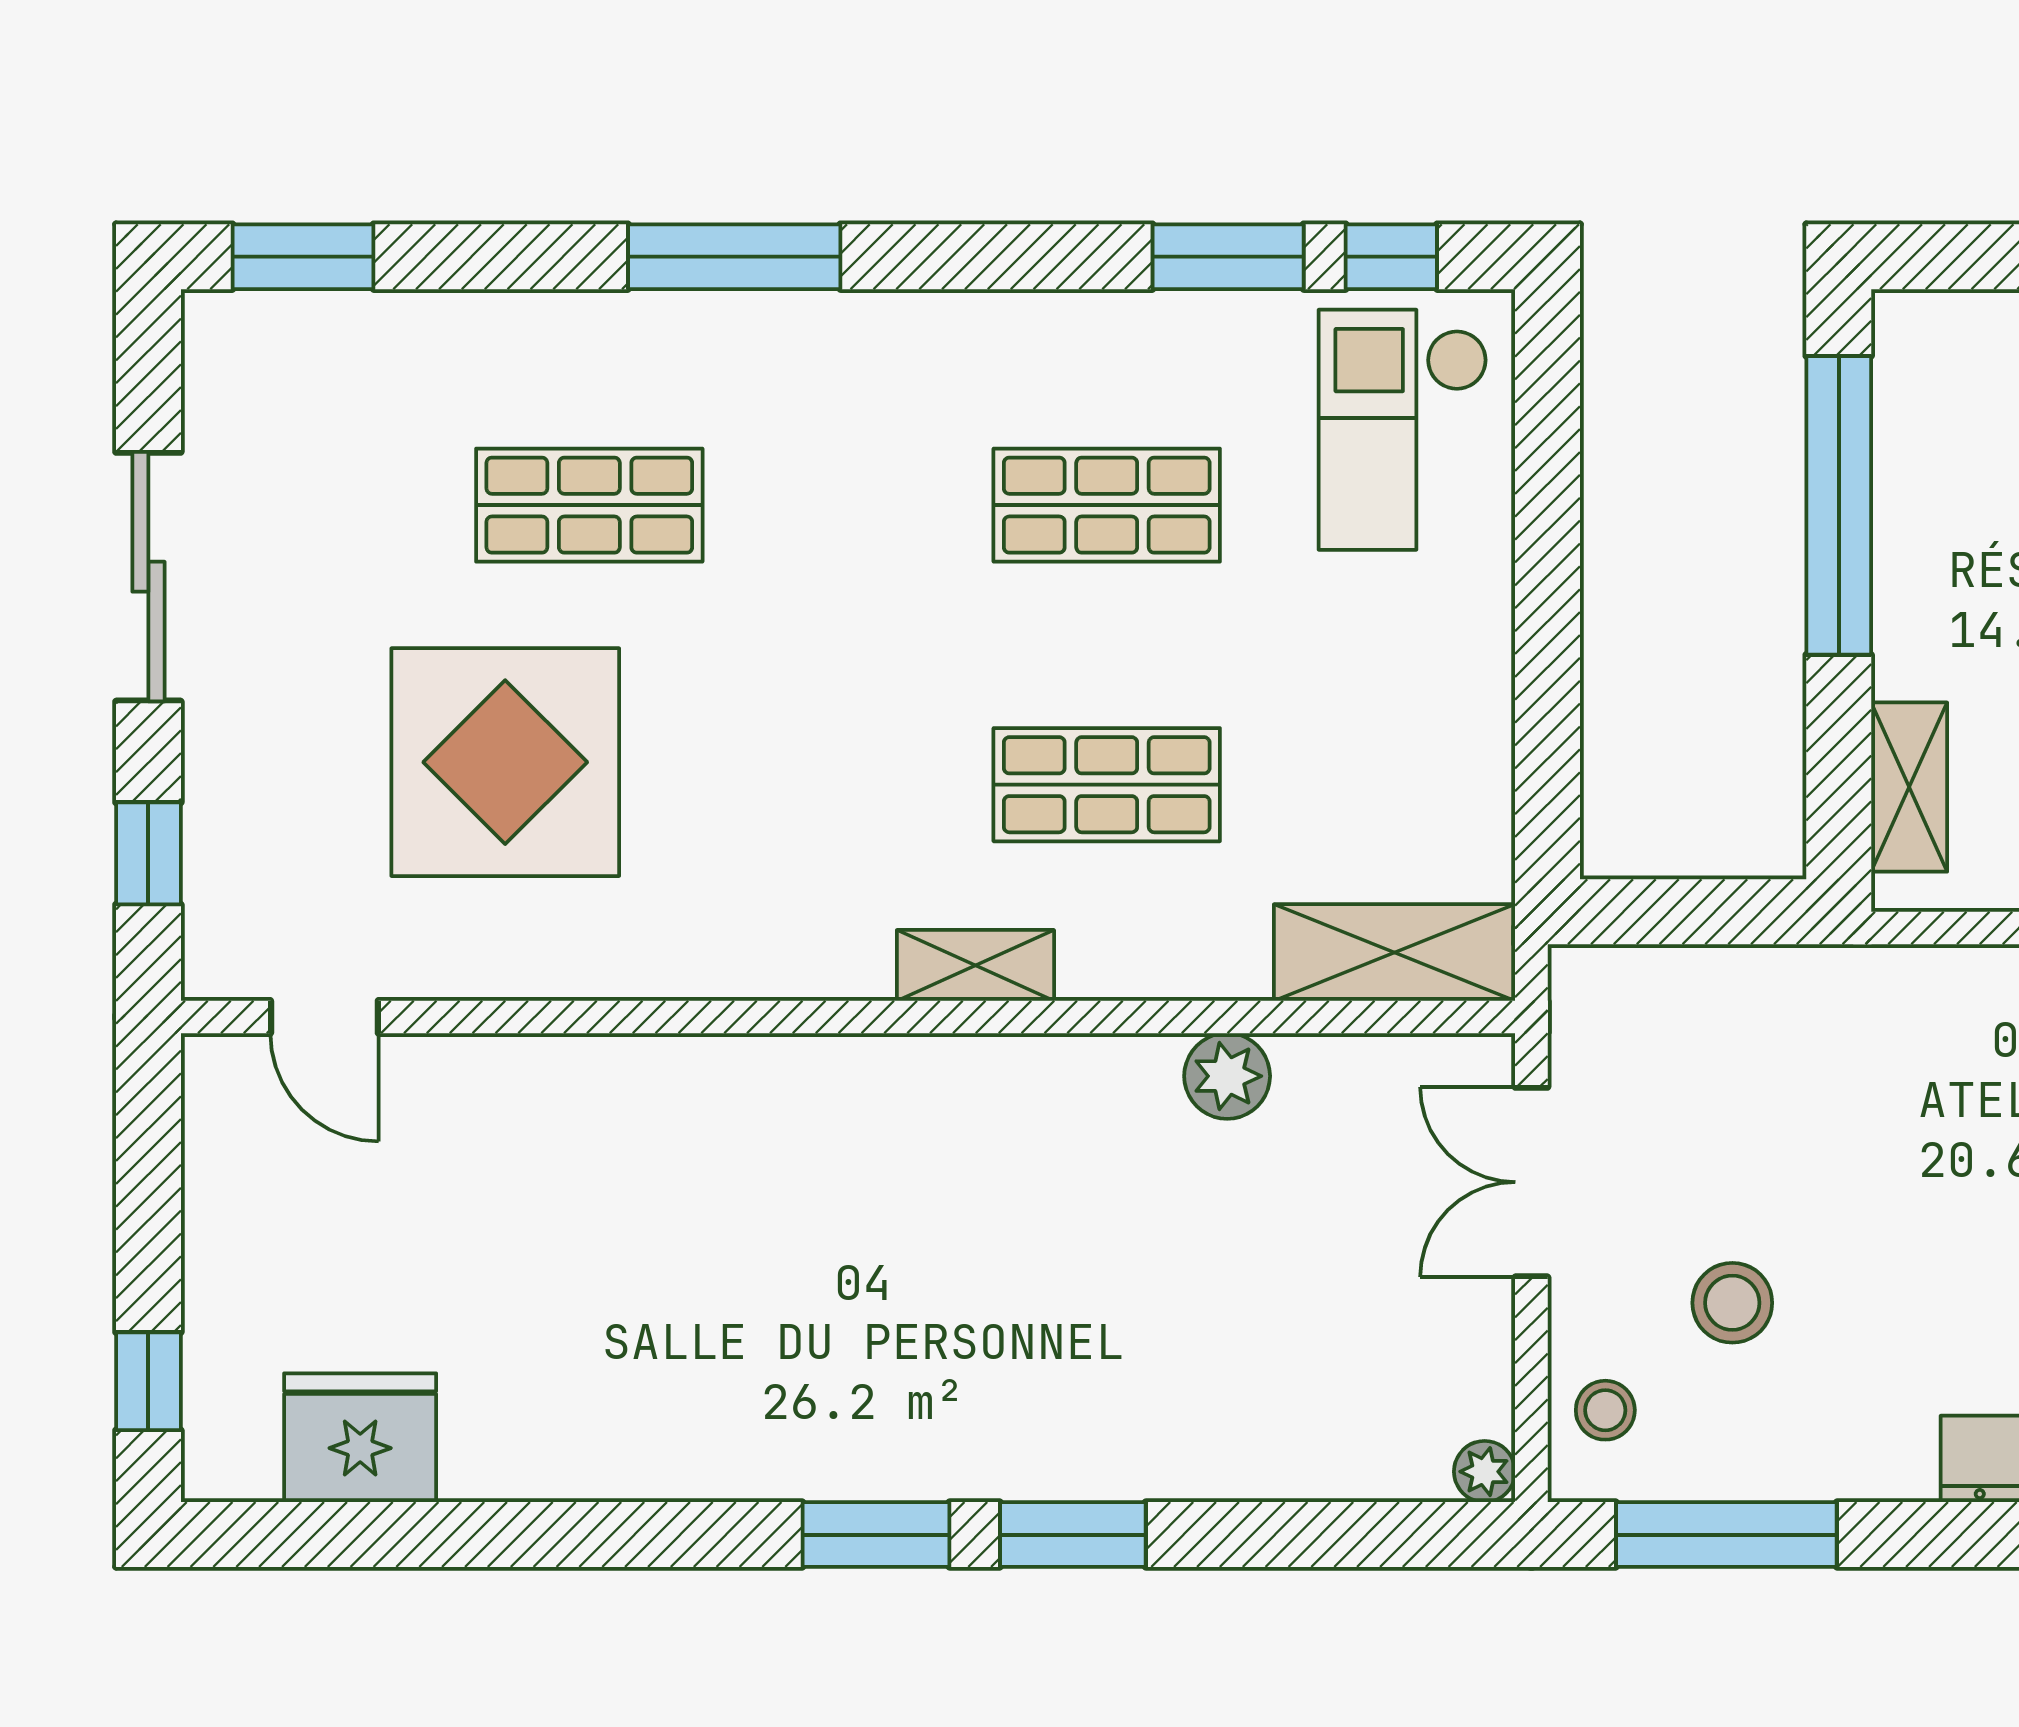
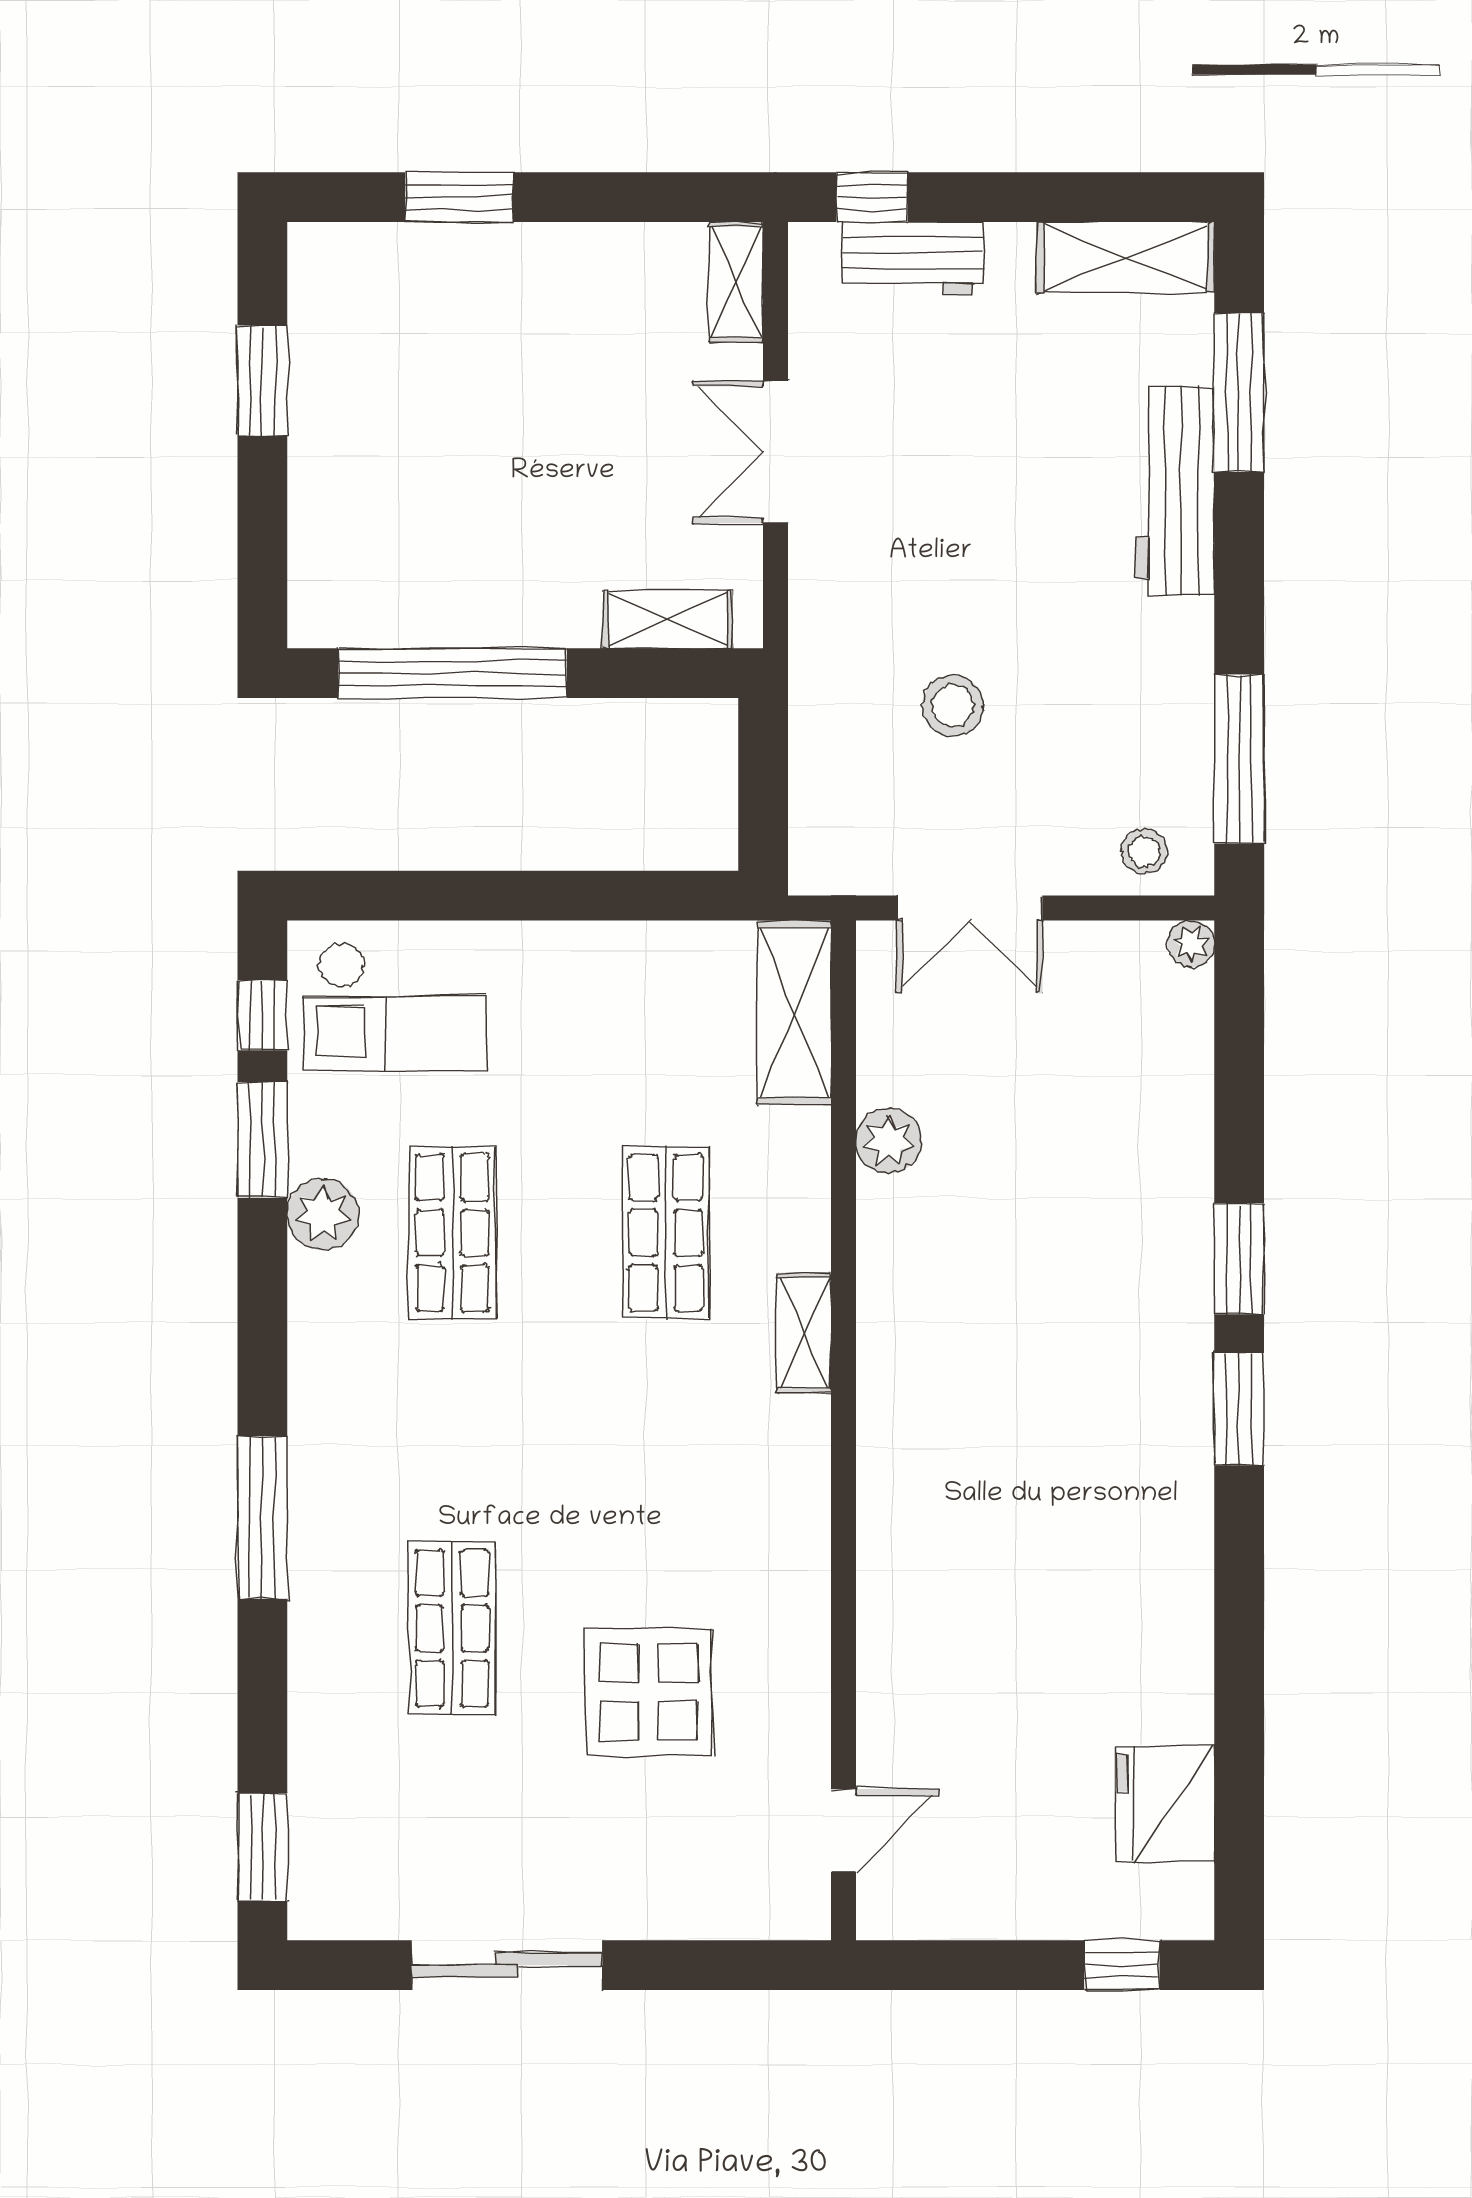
plant: (1131, 336) -> (323, 1214), added
display table: (505, 762) -> (649, 1692), width x0.73, depth x0.73
window: (148, 853) -> (718, 1965), removed
stool: (1732, 1303) -> (953, 706), moved

